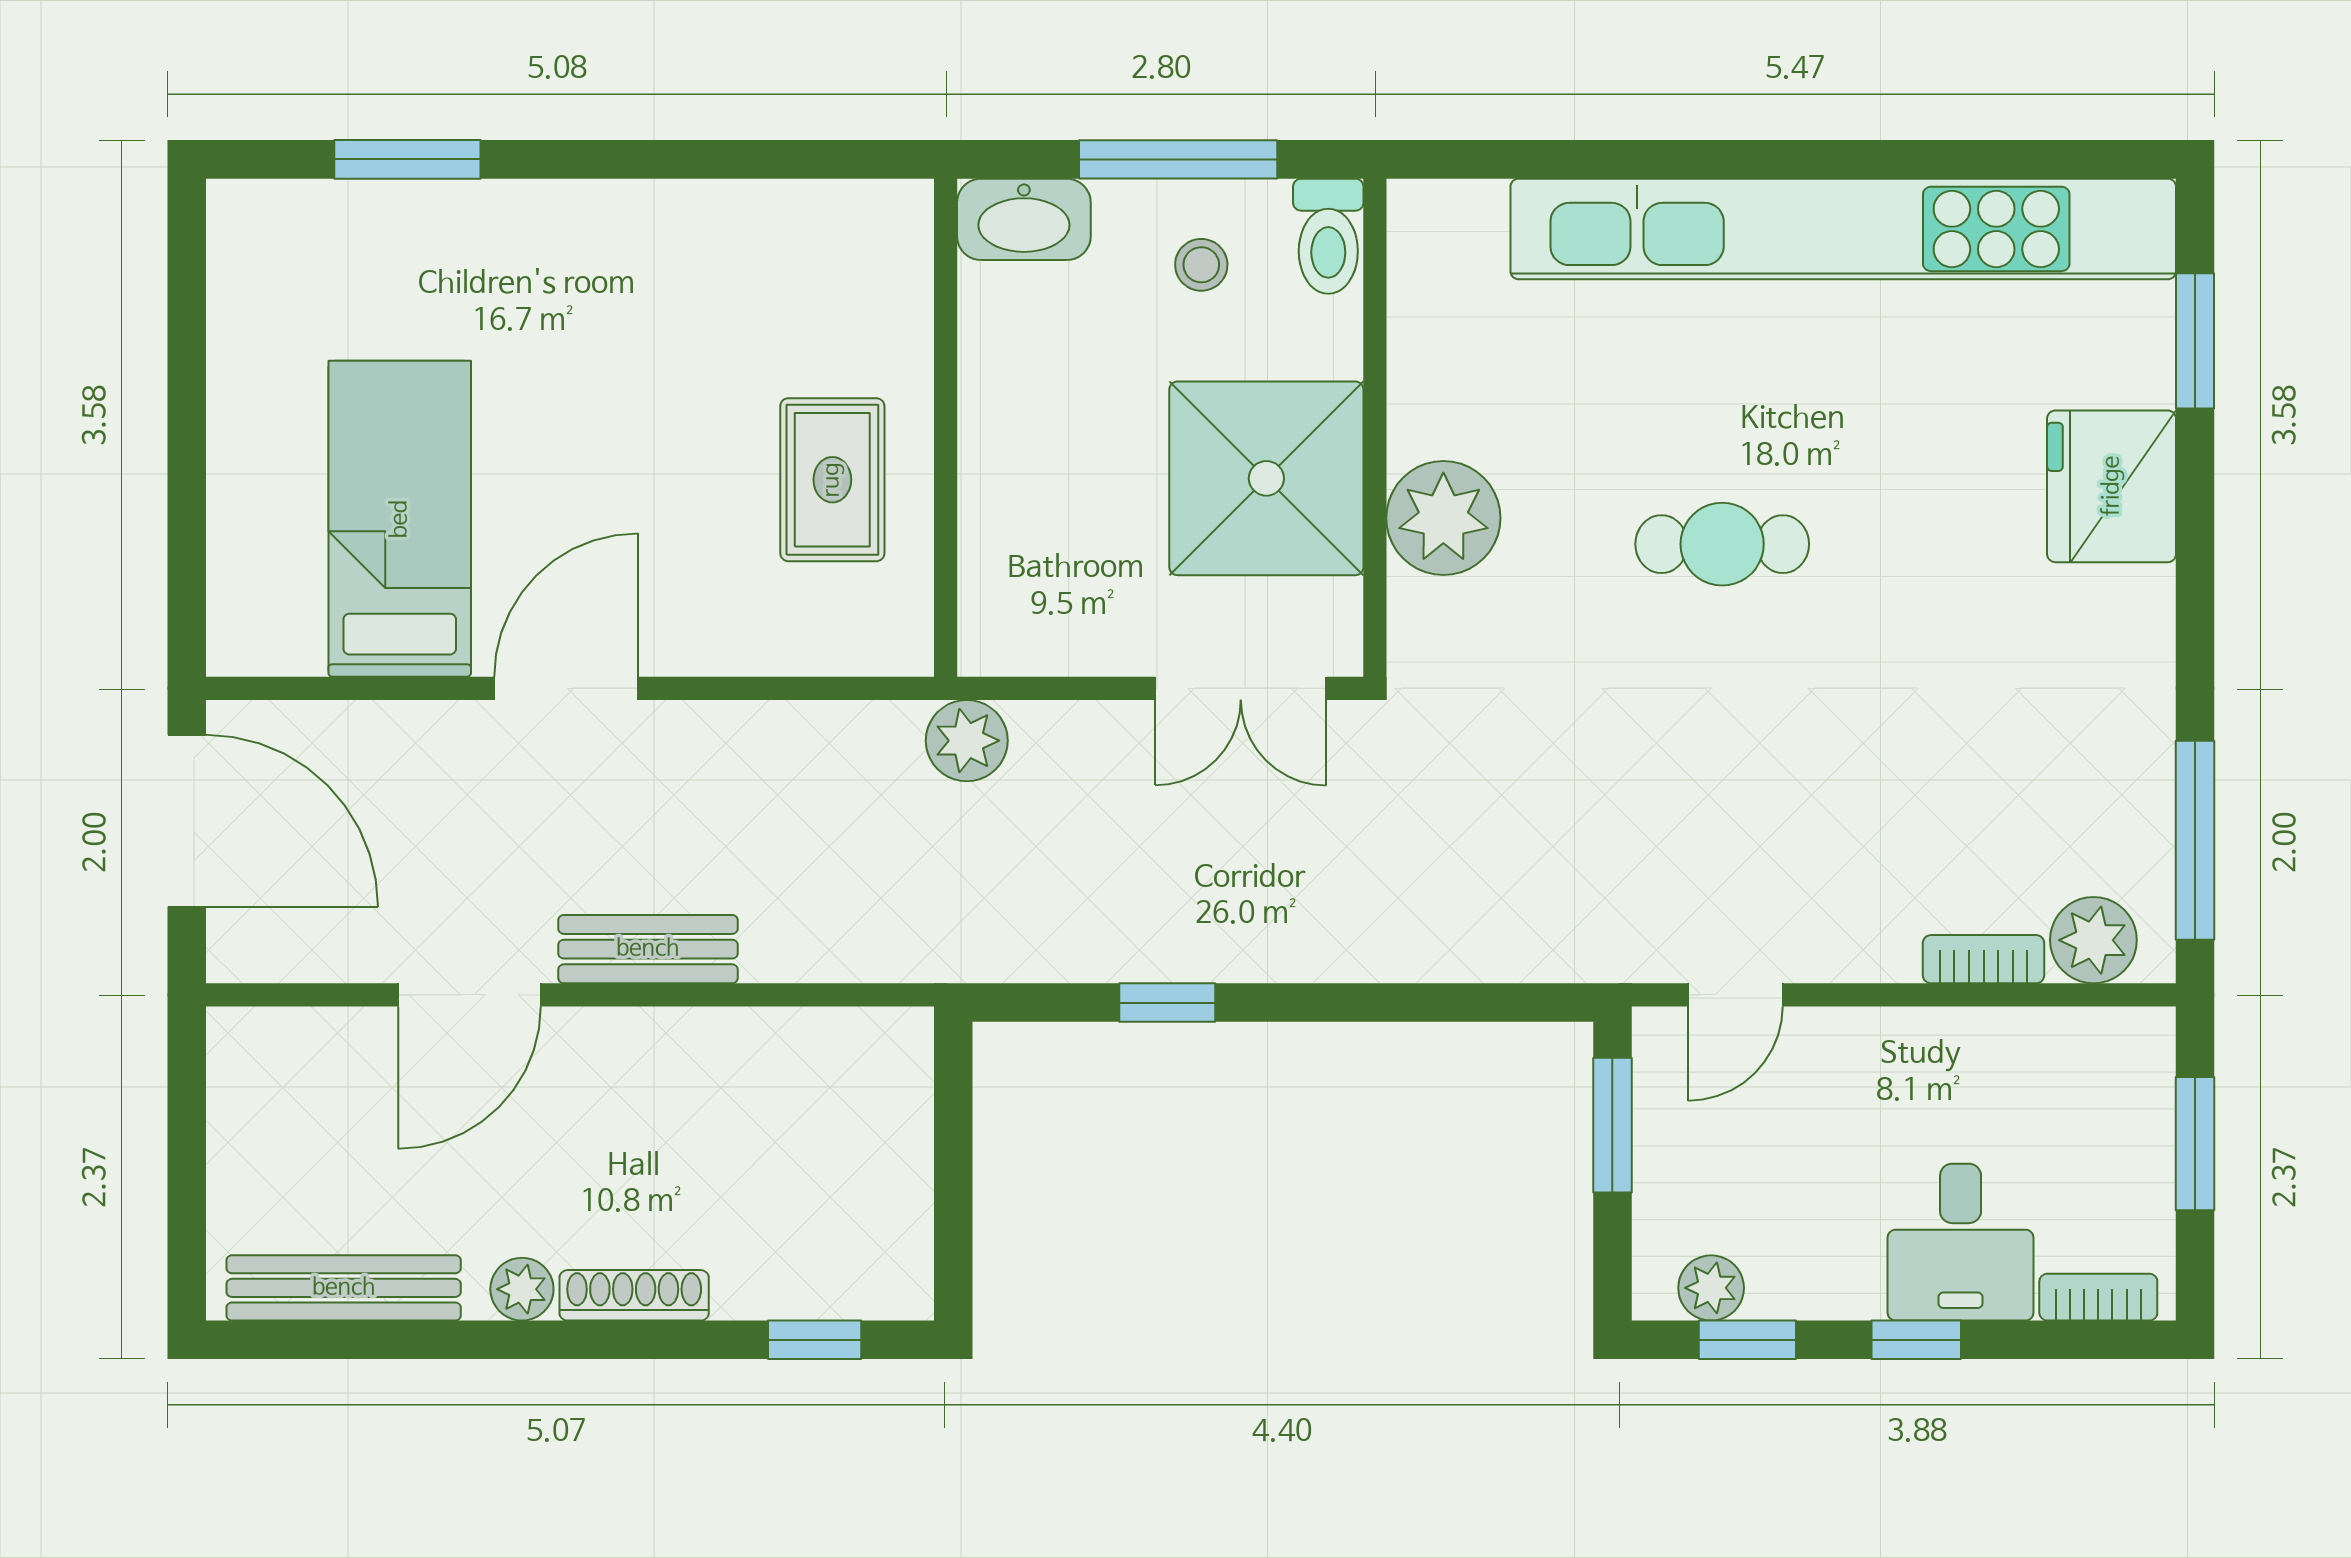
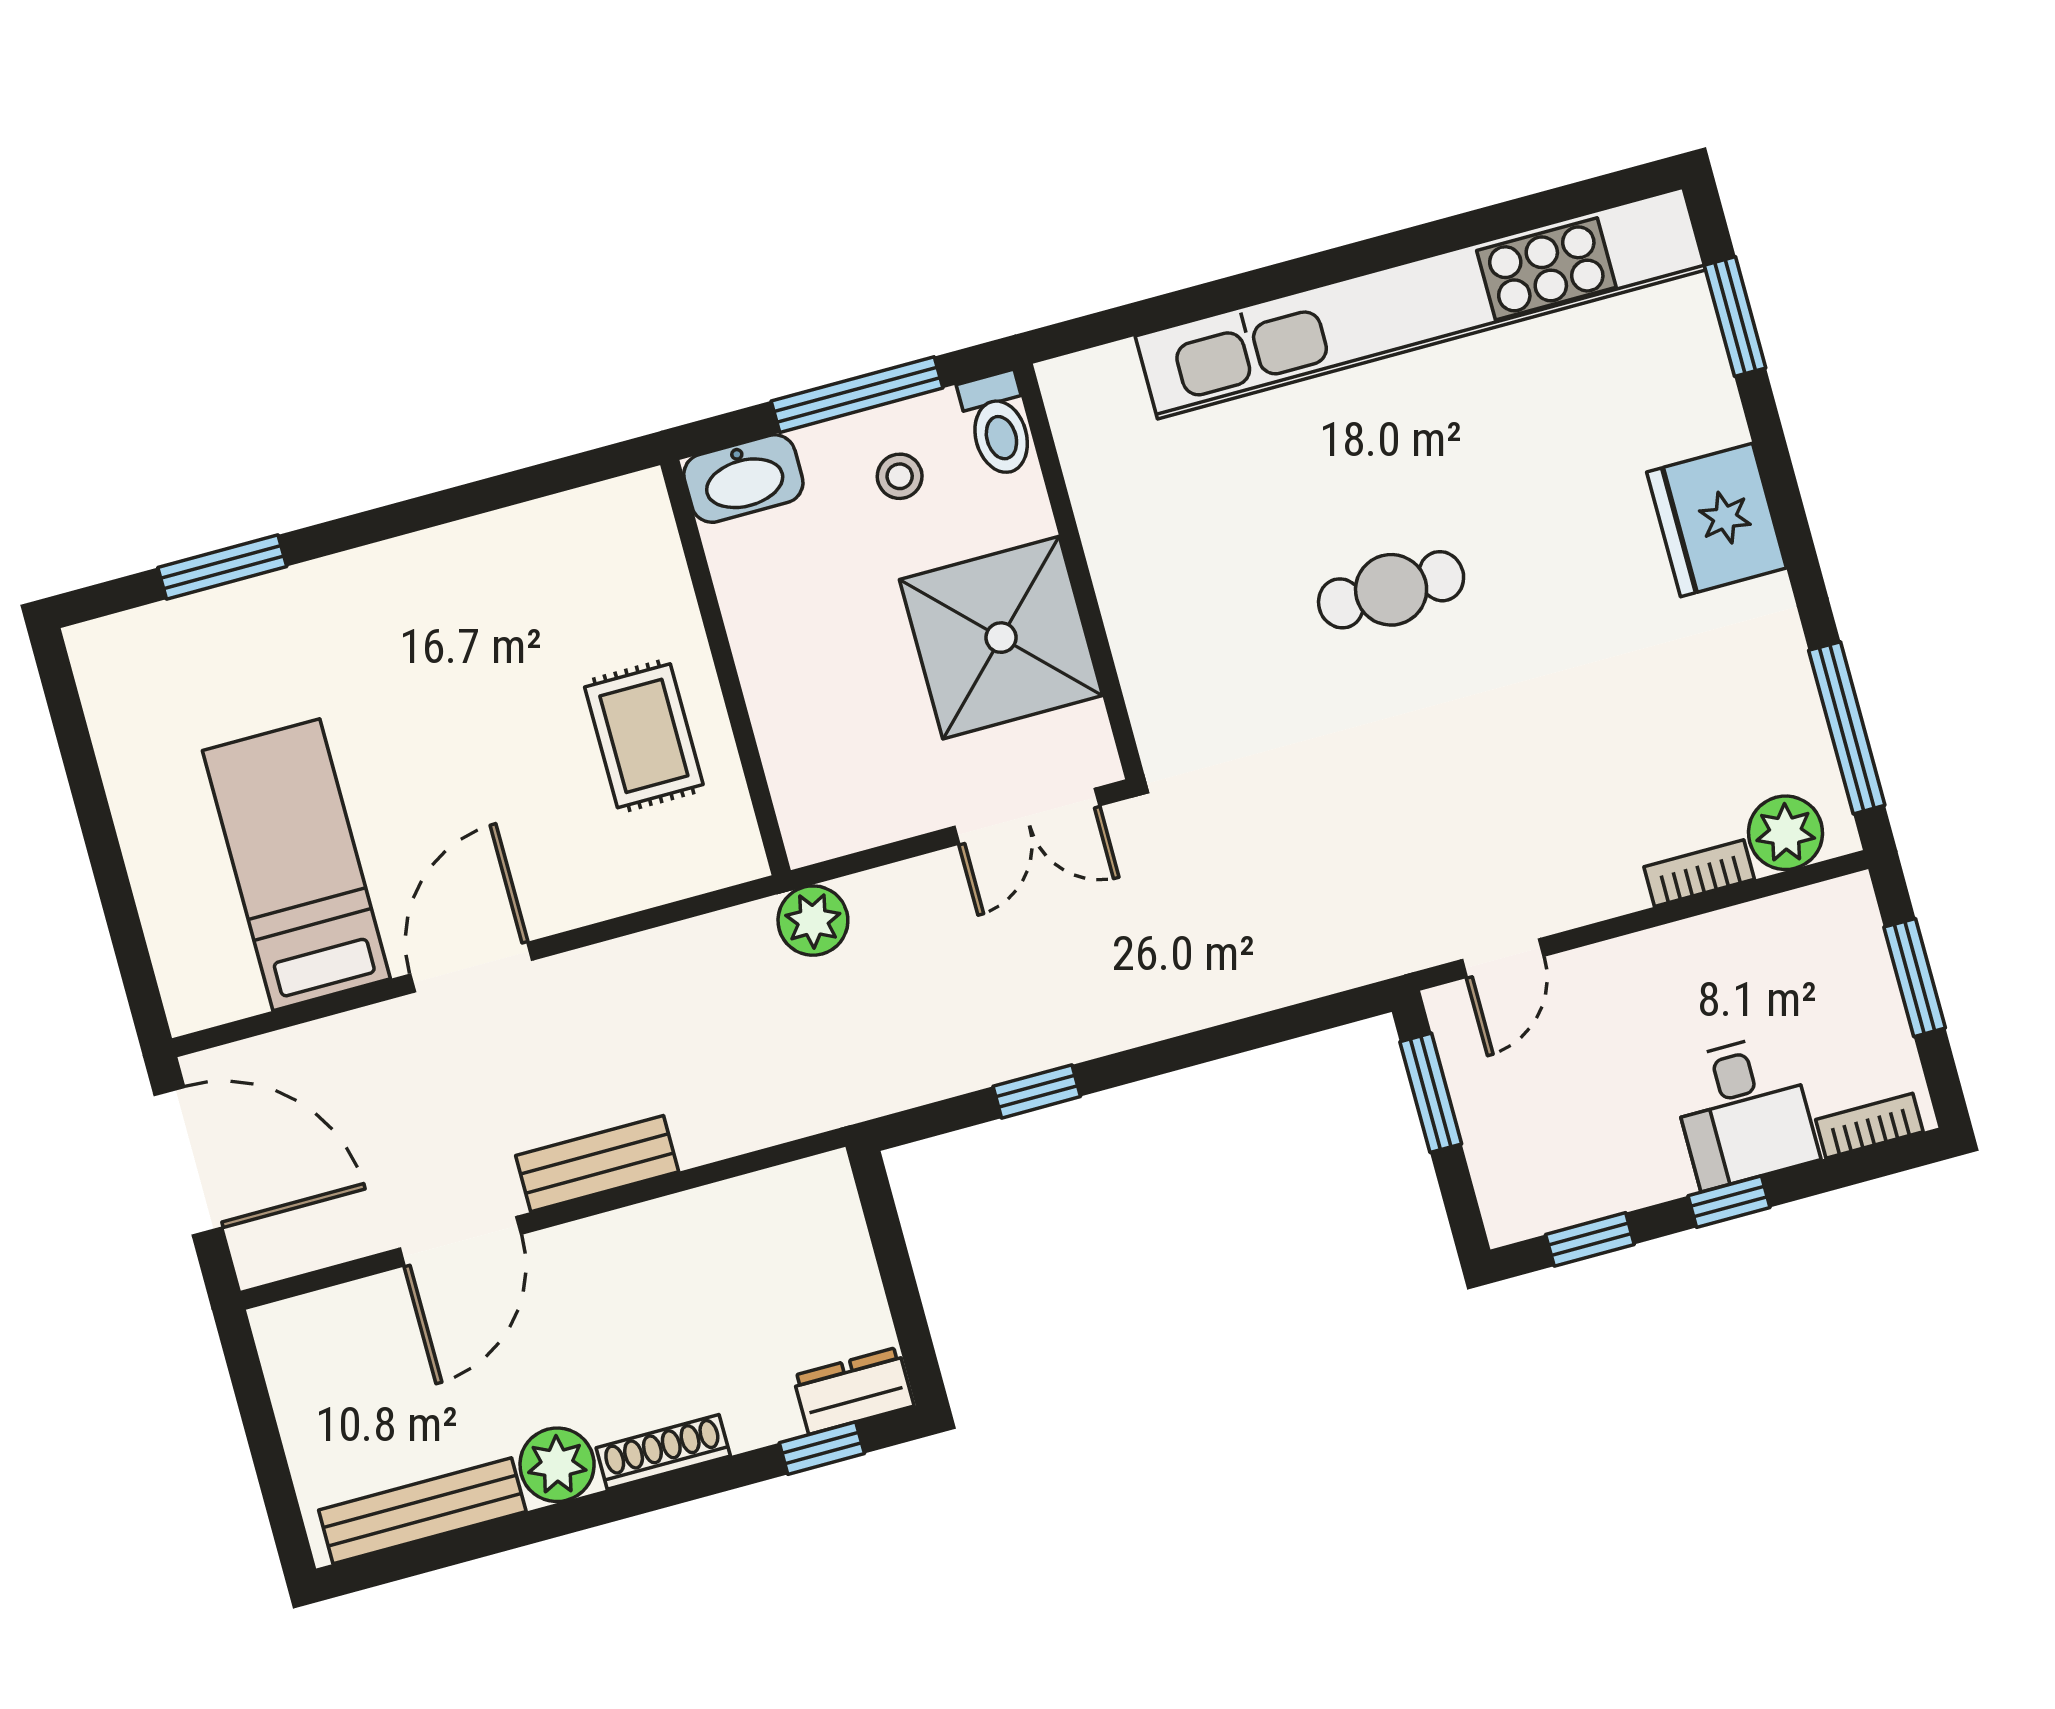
fridge: (2112, 486) -> (1716, 520), moved
plant: (1443, 518) -> (1156, 631), removed
dresser: (868, 1285) -> (853, 1391), added
plant: (1711, 1288) -> (1548, 1205), removed
plant: (522, 1289) -> (557, 1465), width x1.38, depth x1.38

